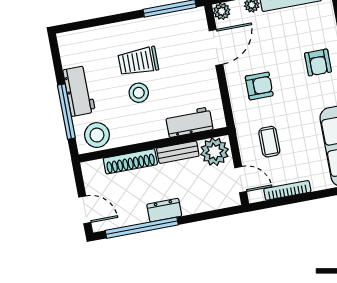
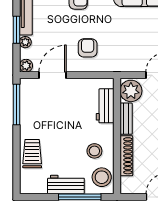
door: (216, 48) -> (53, 75), hinge flipped
trolley: (138, 61) -> (32, 154), moved, turned 180
stool: (139, 93) -> (94, 151), moved
coffee table: (269, 142) -> (131, 48), removed

